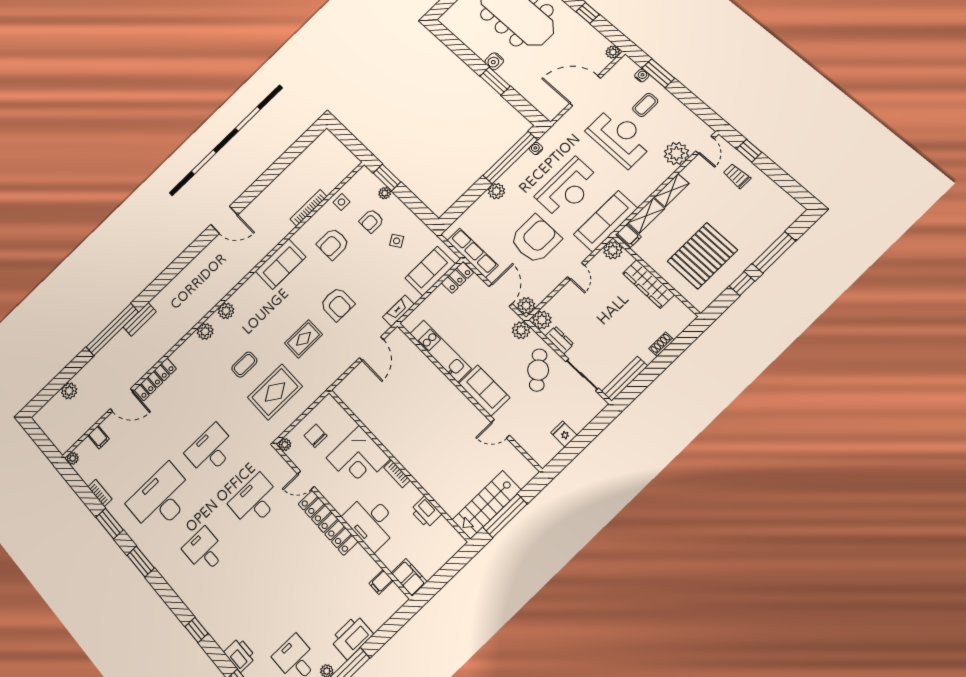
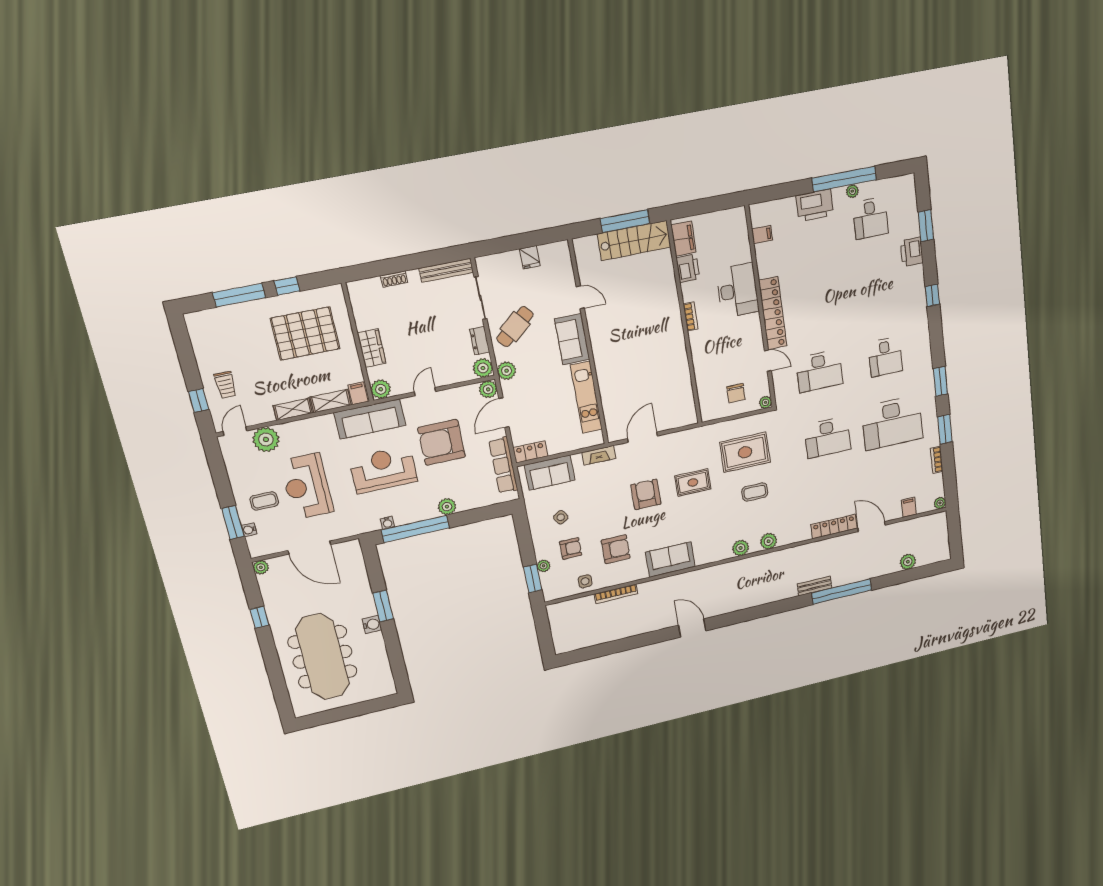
wardrobe: (649, 284) -> (372, 348), width x0.67
corner desk: (358, 458) -> (714, 351), removed
filing cabinet: (409, 577) -> (683, 239), moved, turned 180

